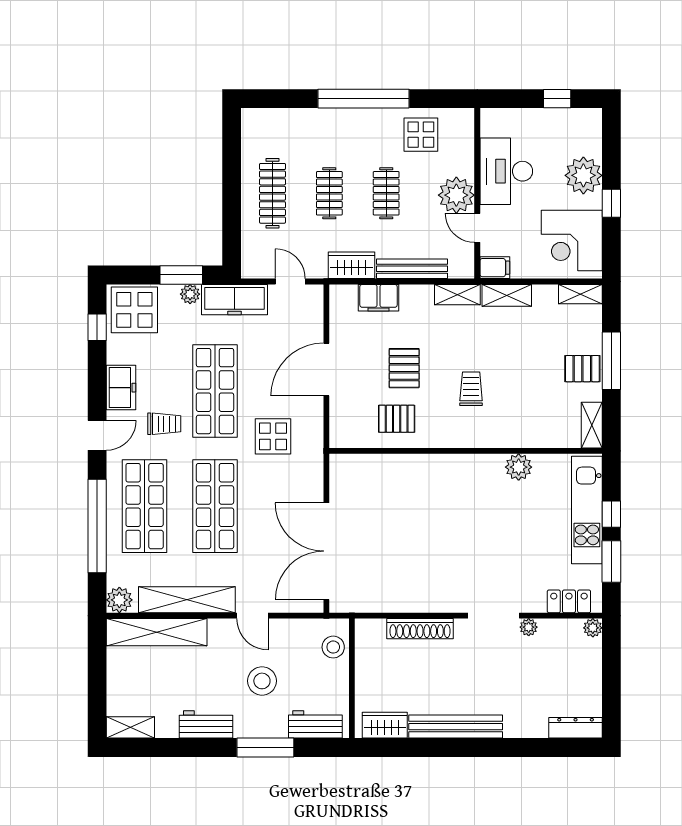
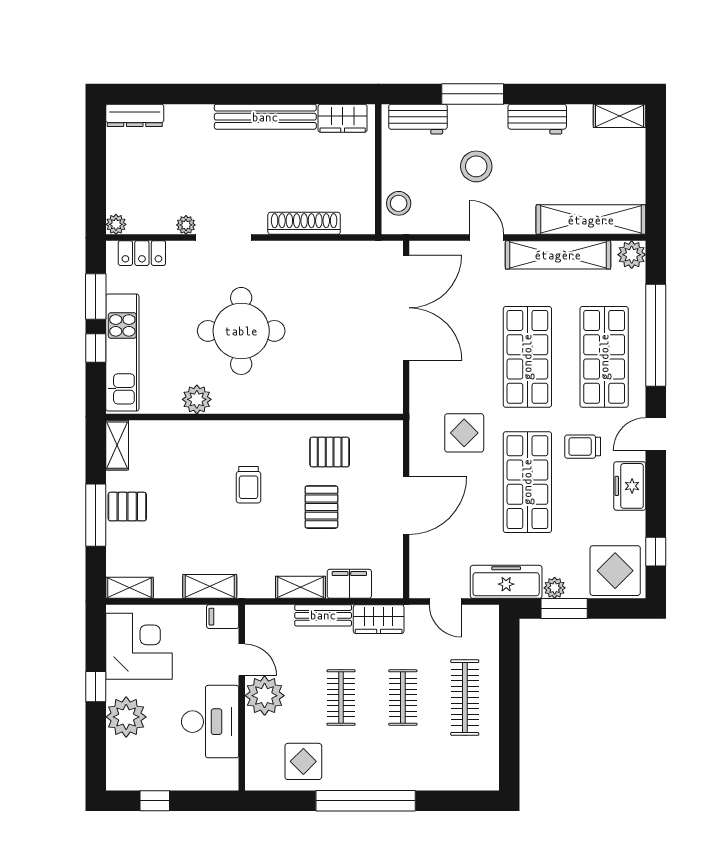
bench: (412, 269) -> (323, 615), width x0.73
shelving: (457, 295) -> (300, 587), moved
round table: (478, 530) -> (241, 331), added

